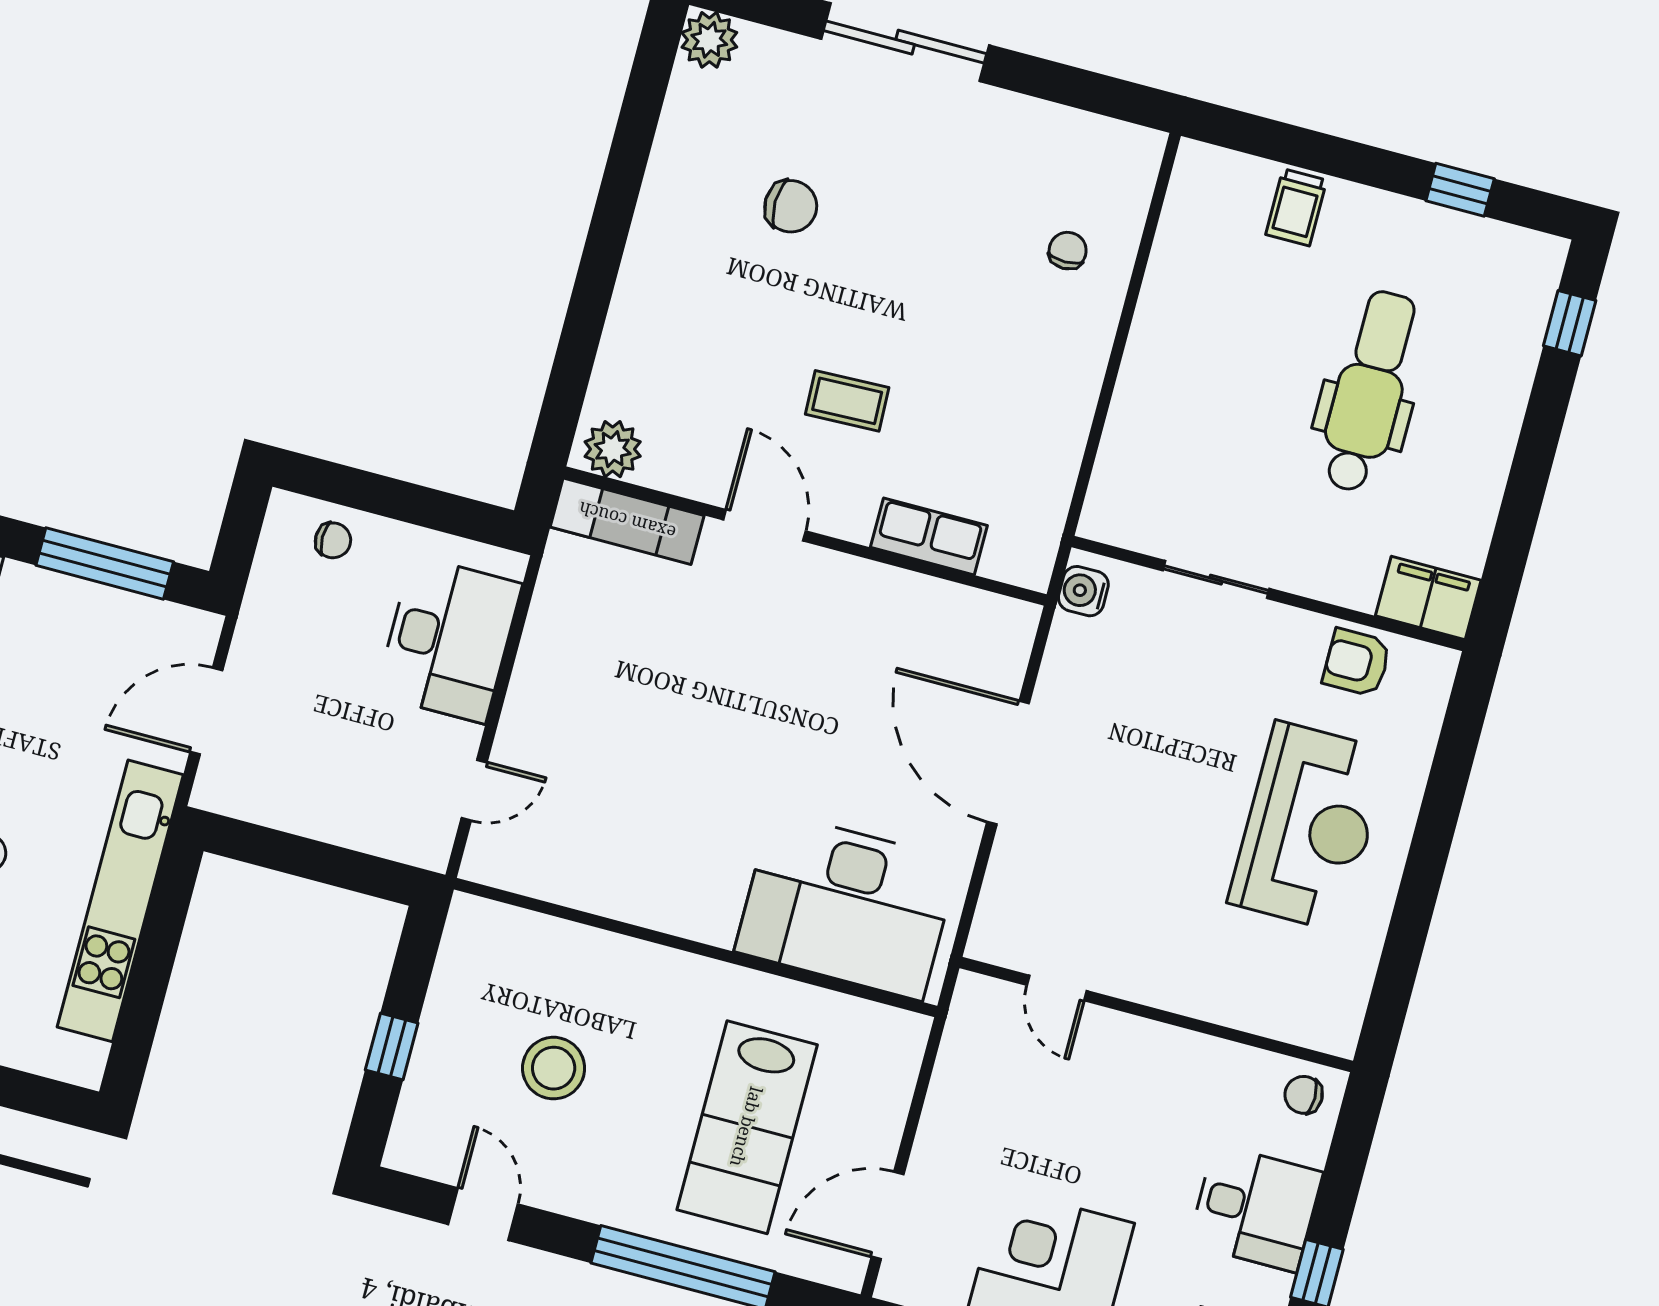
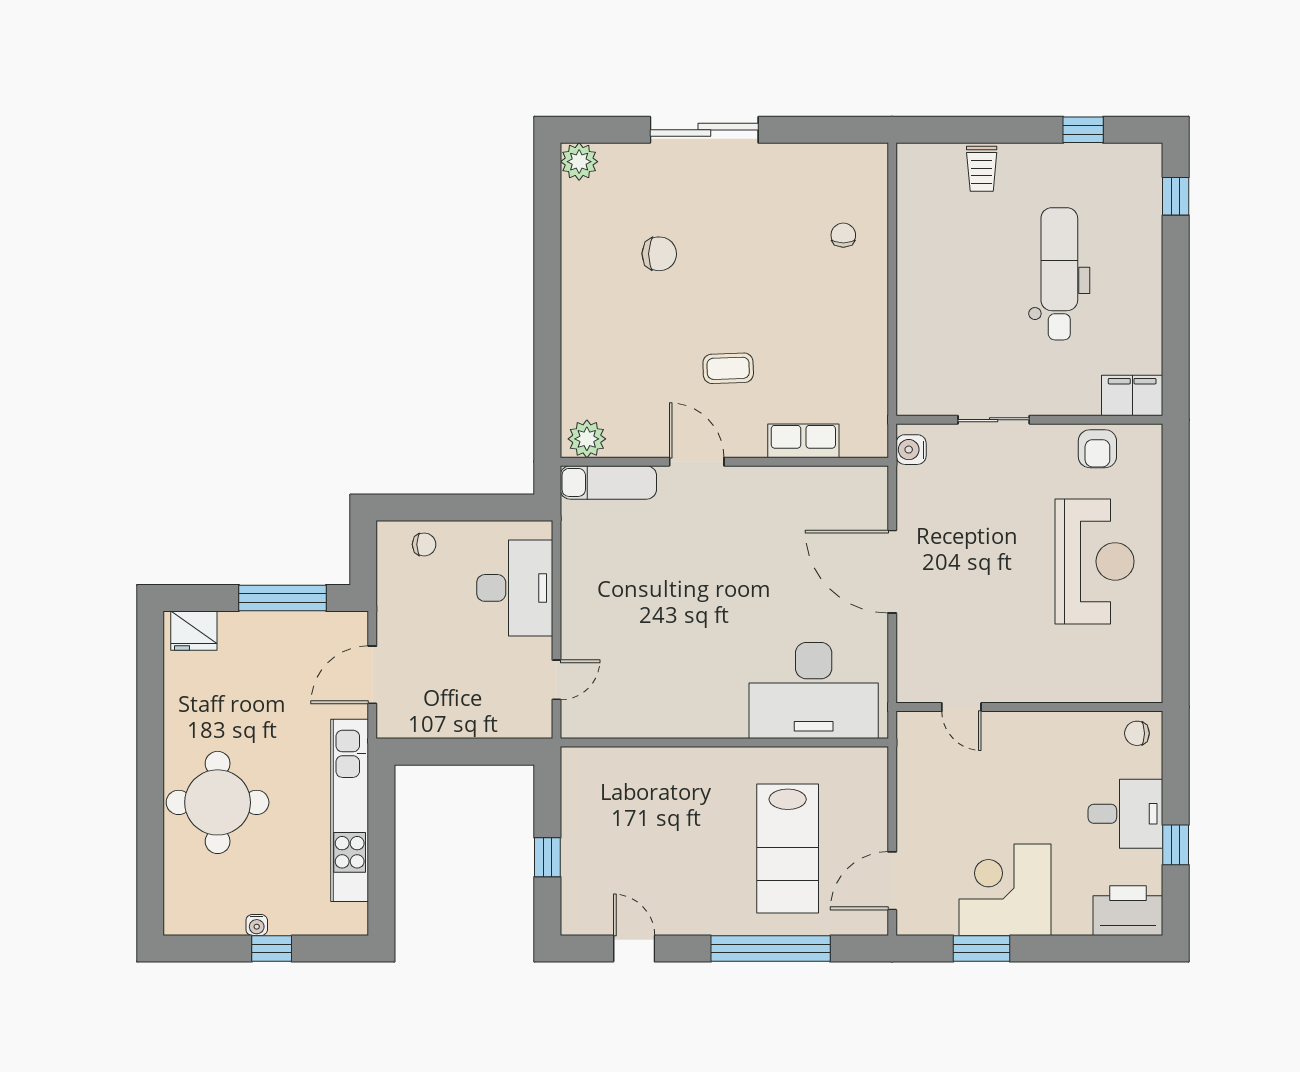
armchair: (1357, 663) -> (1097, 449), turned -90
stool: (554, 1068) -> (654, 843), removed

